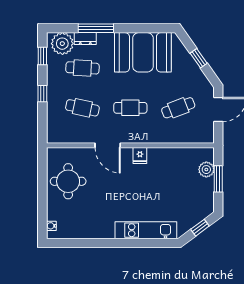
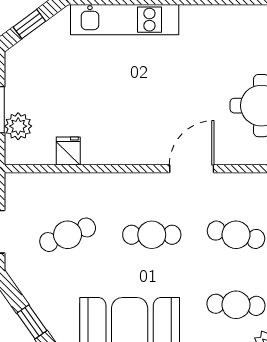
door: (108, 145) -> (192, 169), hinge flipped
fridge: (140, 155) -> (68, 151), moved

